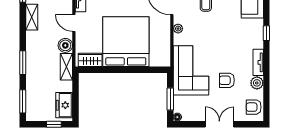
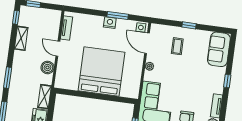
wardrobe: (90, 60) -> (68, 83), removed
shelving: (66, 67) -> (45, 97), moved

